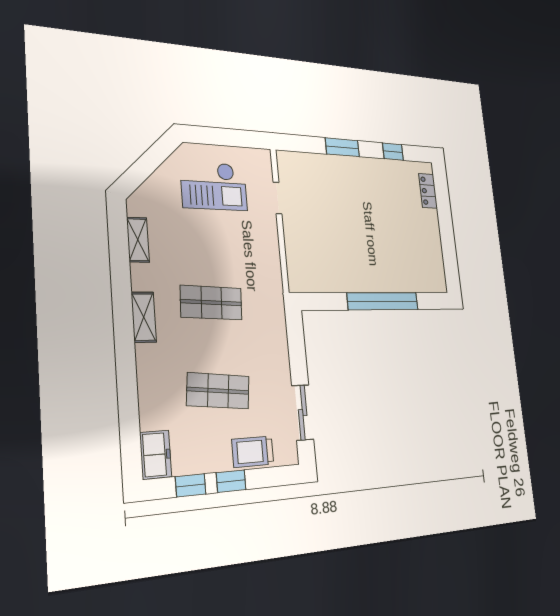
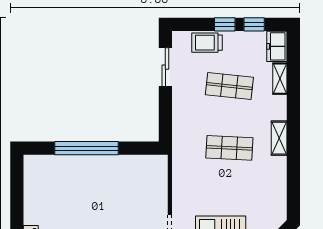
shelving: (138, 240) -> (280, 79), moved
trolley: (253, 452) -> (207, 43), turned 180

